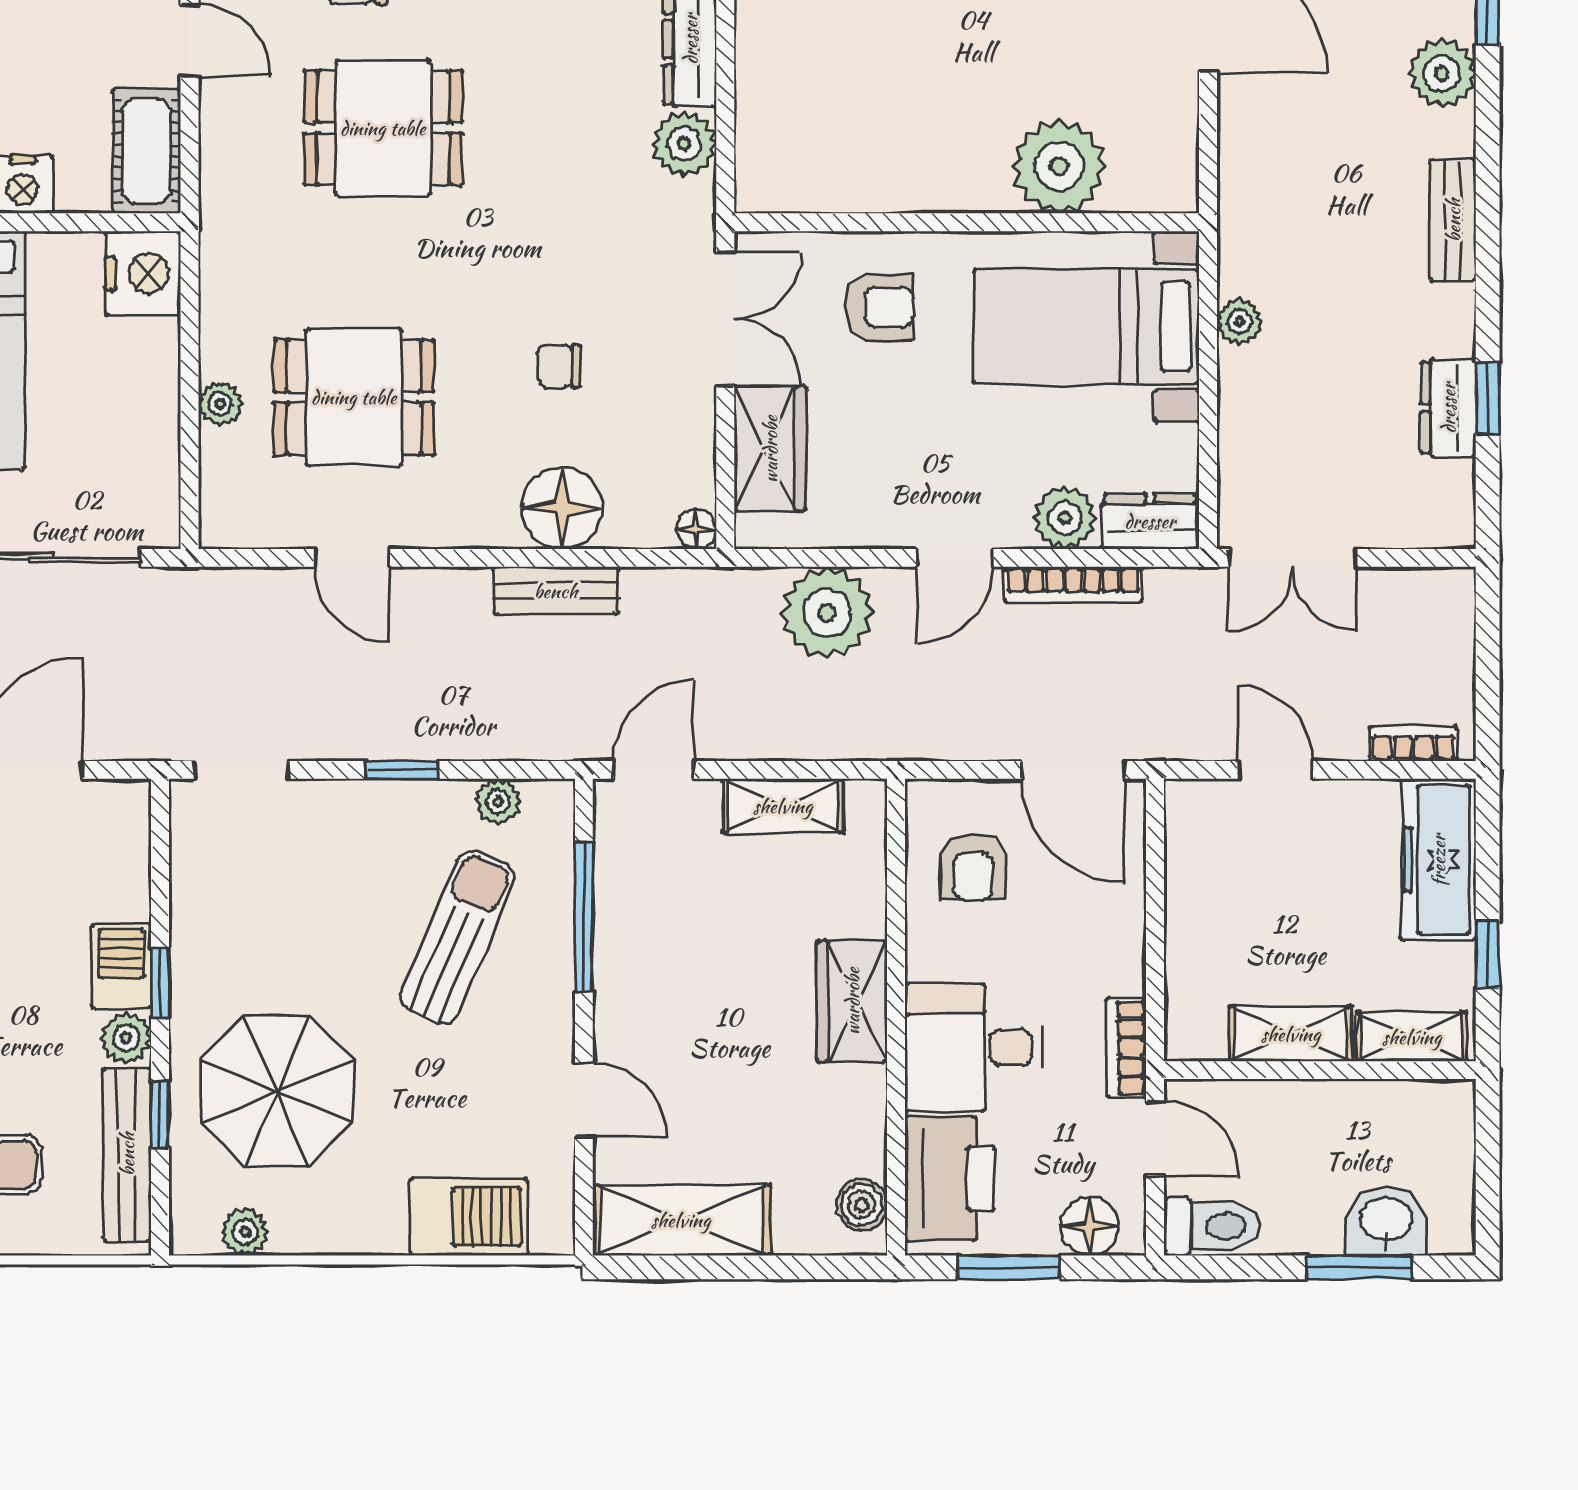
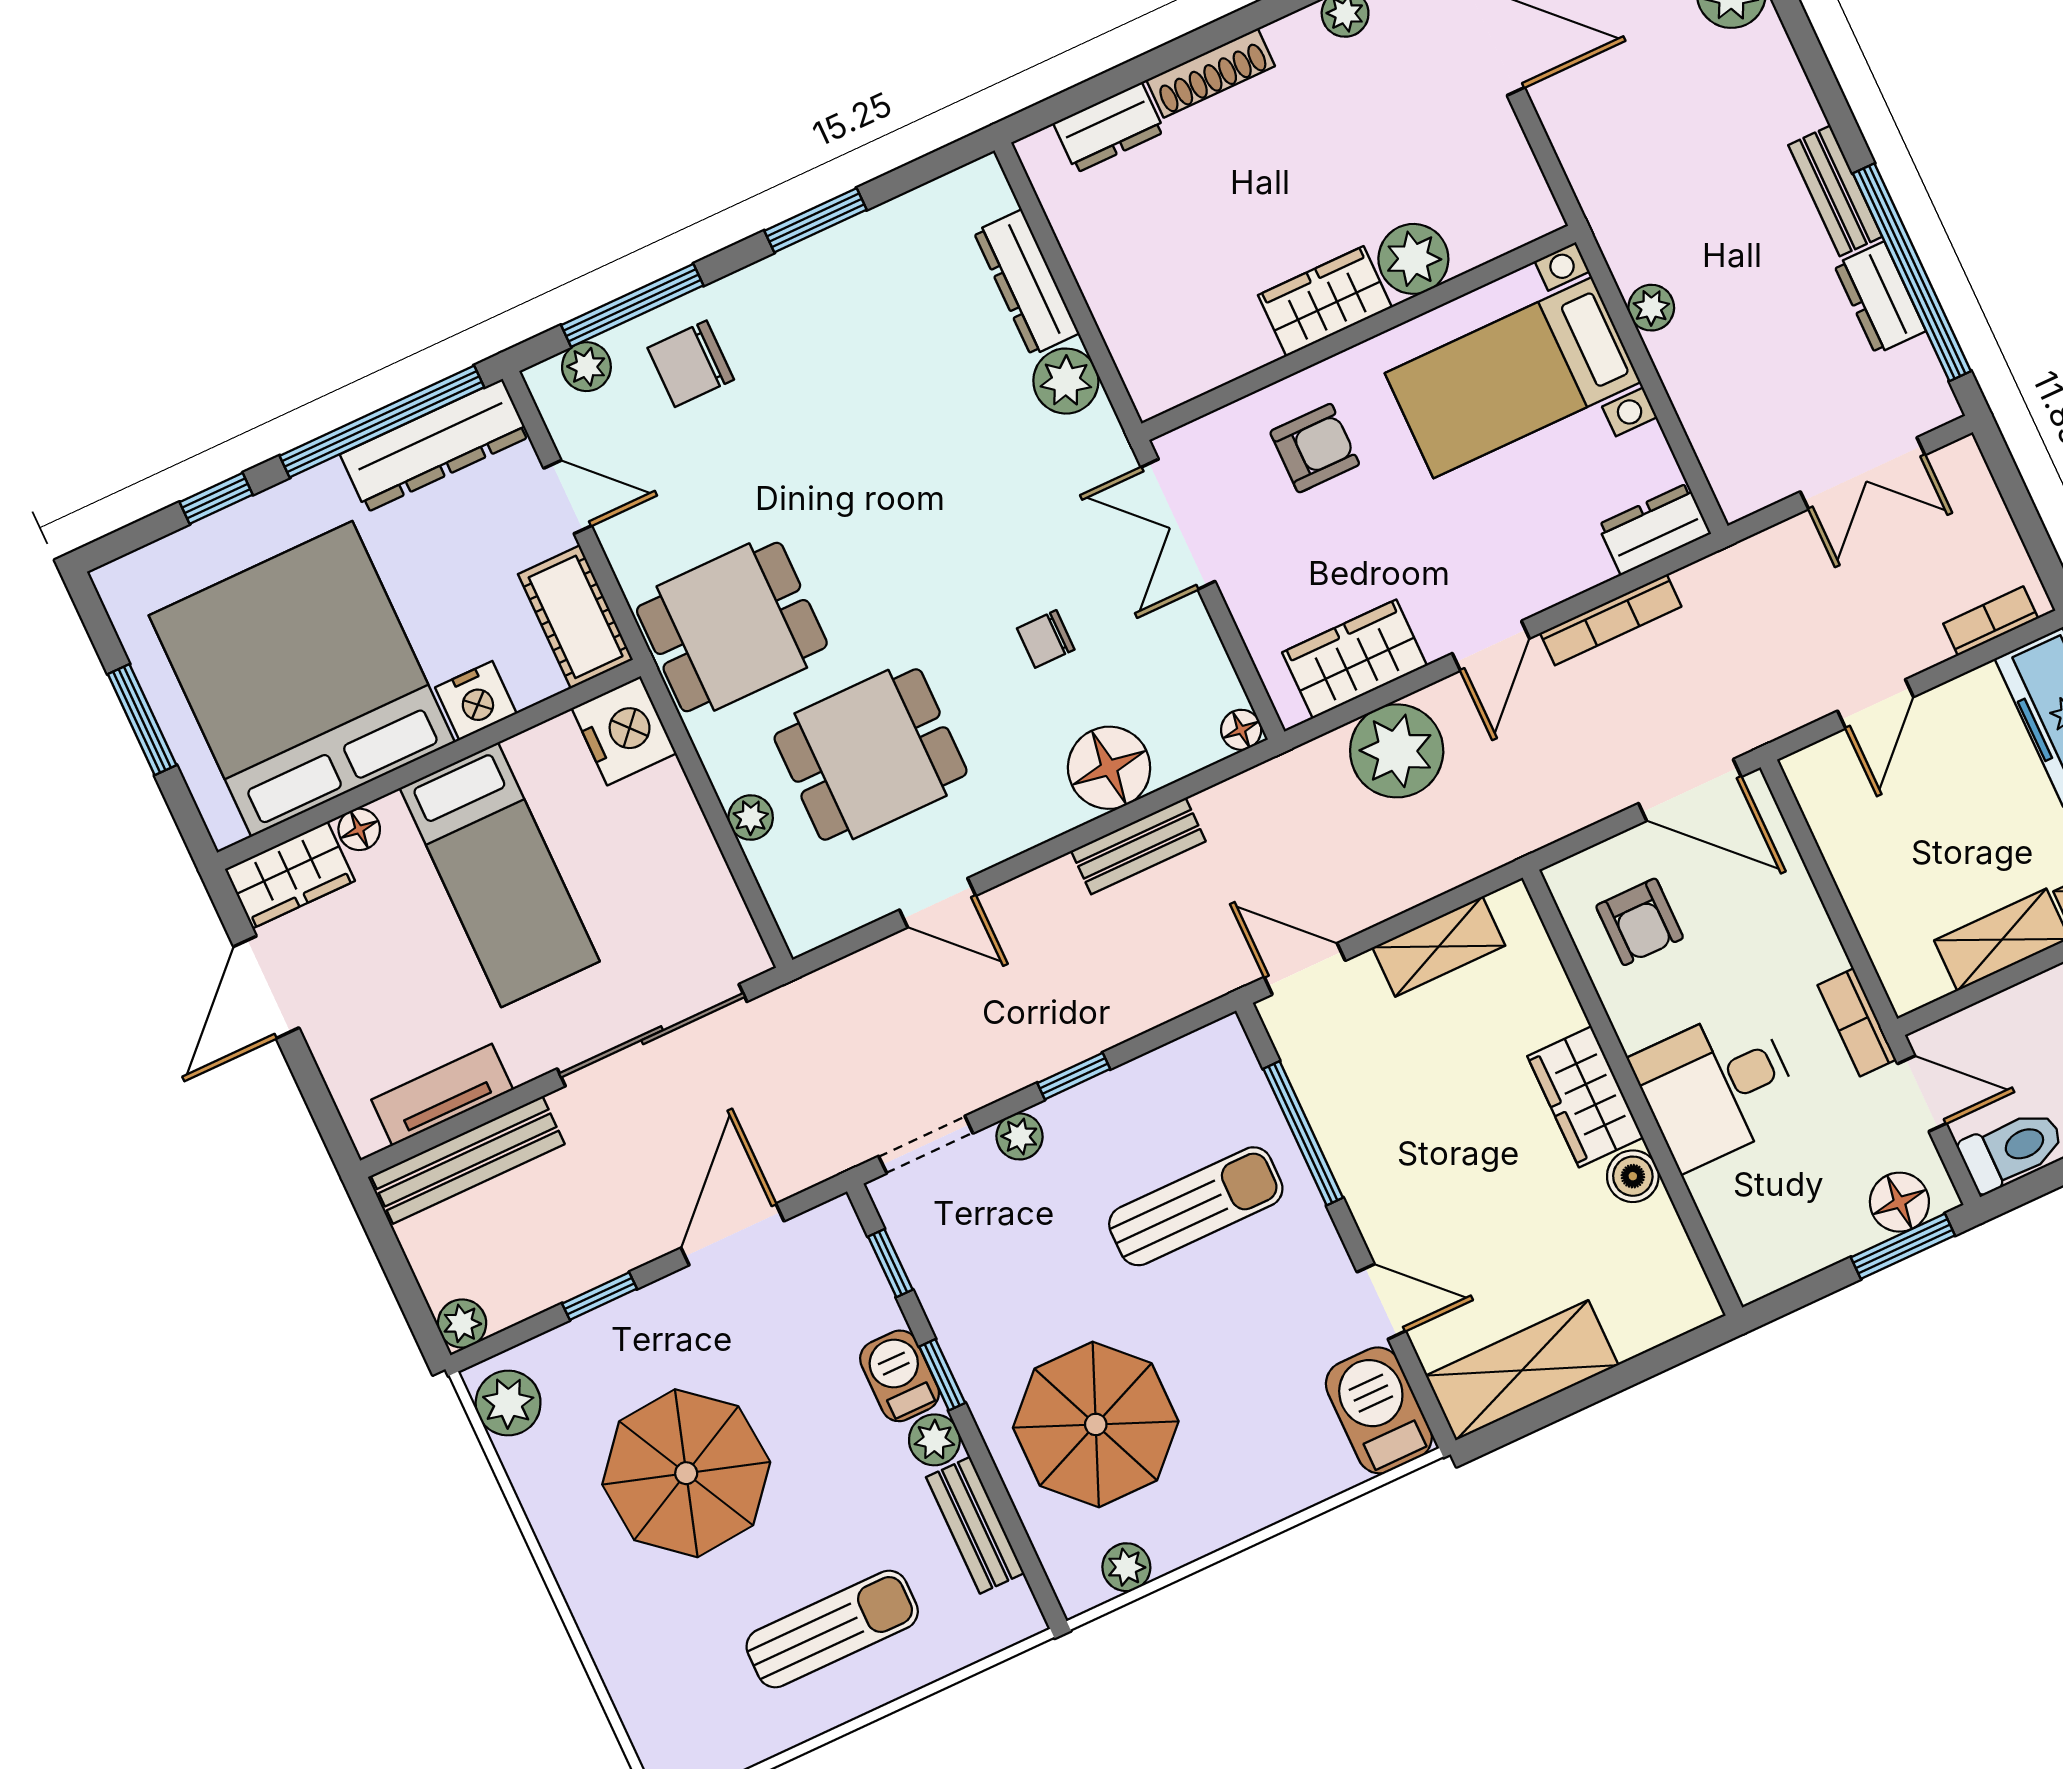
dining table: (383, 128) -> (732, 627), moved
plant: (1059, 166) -> (1413, 259), width x0.73, depth x0.73
wardrobe: (950, 180) -> (1325, 301), added
bench: (1453, 220) -> (1835, 191), moved
double door: (725, 319) -> (1178, 524), swing flipped
window: (1488, 398) -> (1912, 272), width x3.17
wardrobe: (770, 449) -> (1355, 659), moved, turned -90
plant: (1065, 518) -> (1575, 562), removed
double door: (1293, 558) -> (1863, 473), moved
door: (654, 770) -> (1305, 969), hinge flipped
door: (1276, 770) -> (1876, 704), swing flipped
plant: (498, 801) -> (1020, 1136), moved
sun lounger: (457, 937) -> (1196, 1206), turned 67
window: (160, 1114) -> (890, 1263), moved
bench: (127, 1154) -> (975, 1525), width x0.73
printer: (950, 1178) -> (1750, 1218), removed
boiler: (862, 1205) -> (1633, 1176), moved
barbecue: (469, 1217) -> (1379, 1410), moved, turned -90
window: (1008, 1267) -> (1903, 1246), moved

